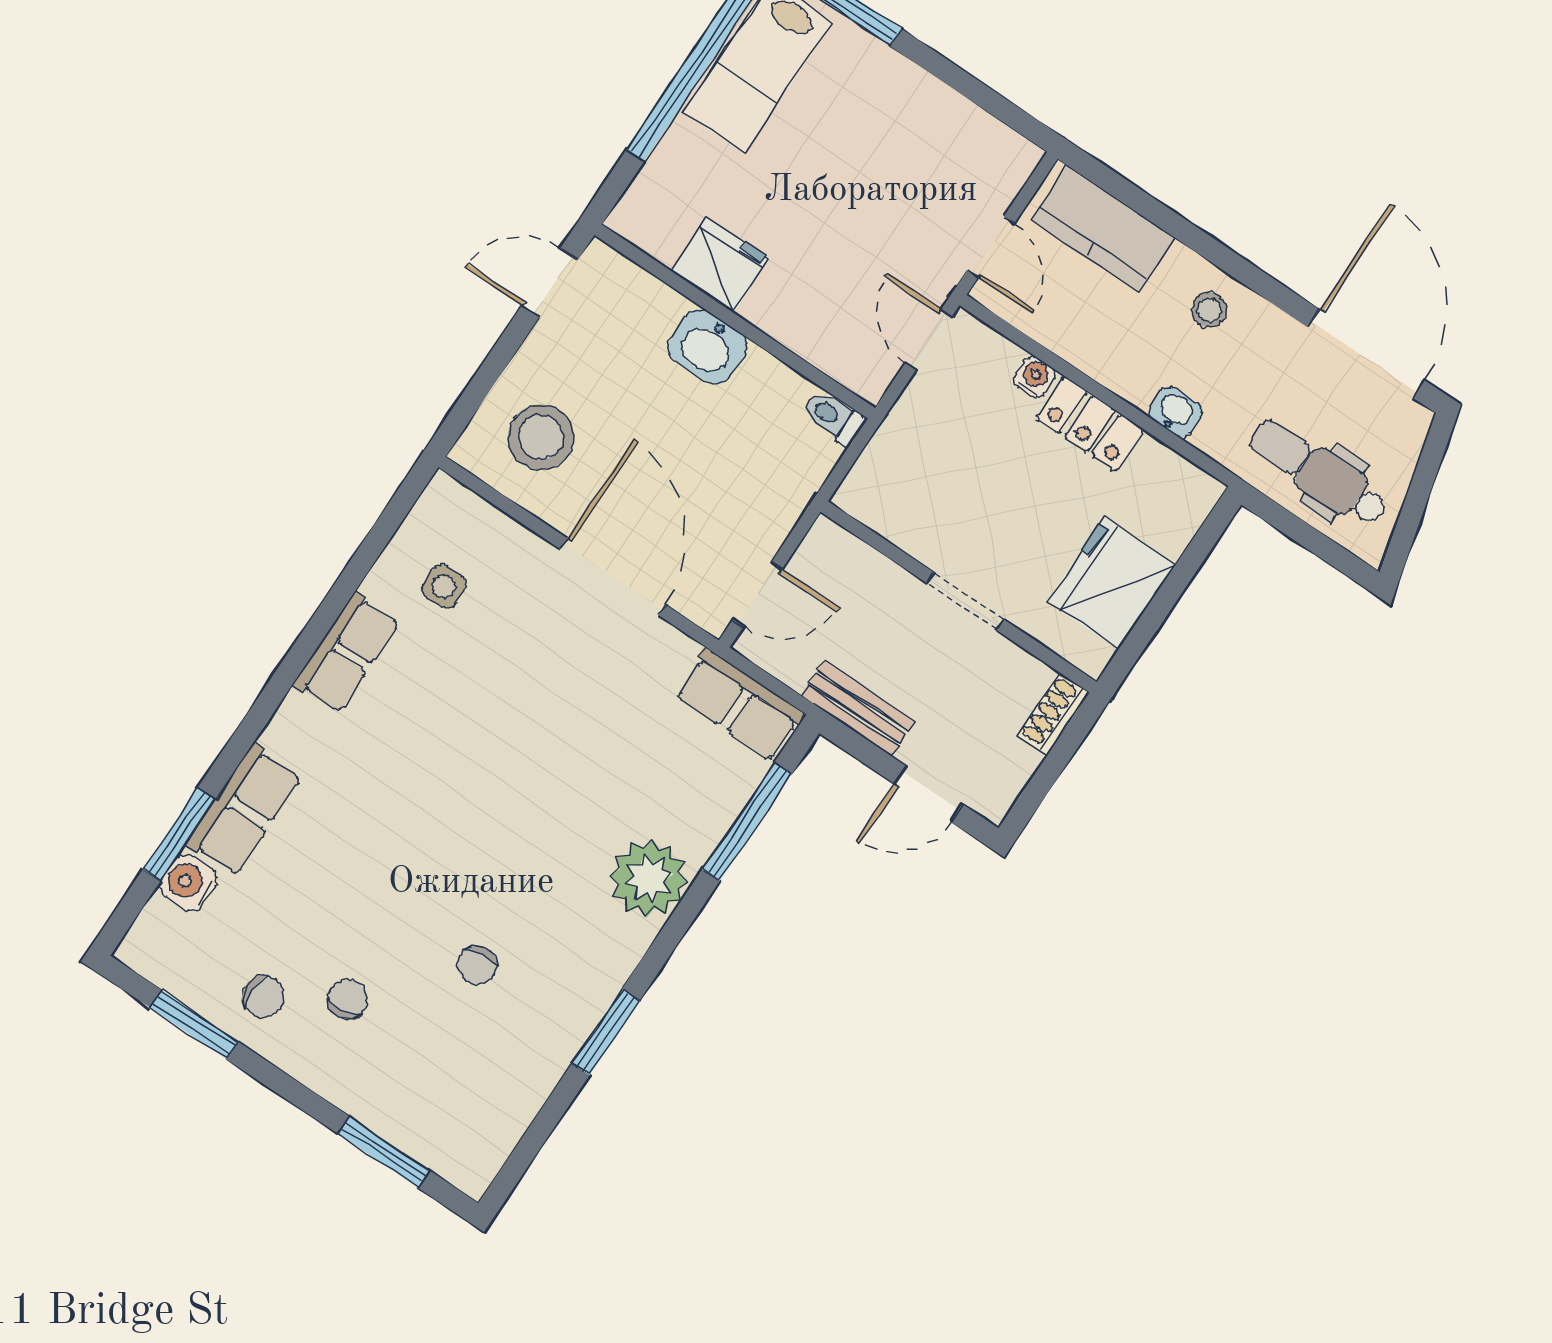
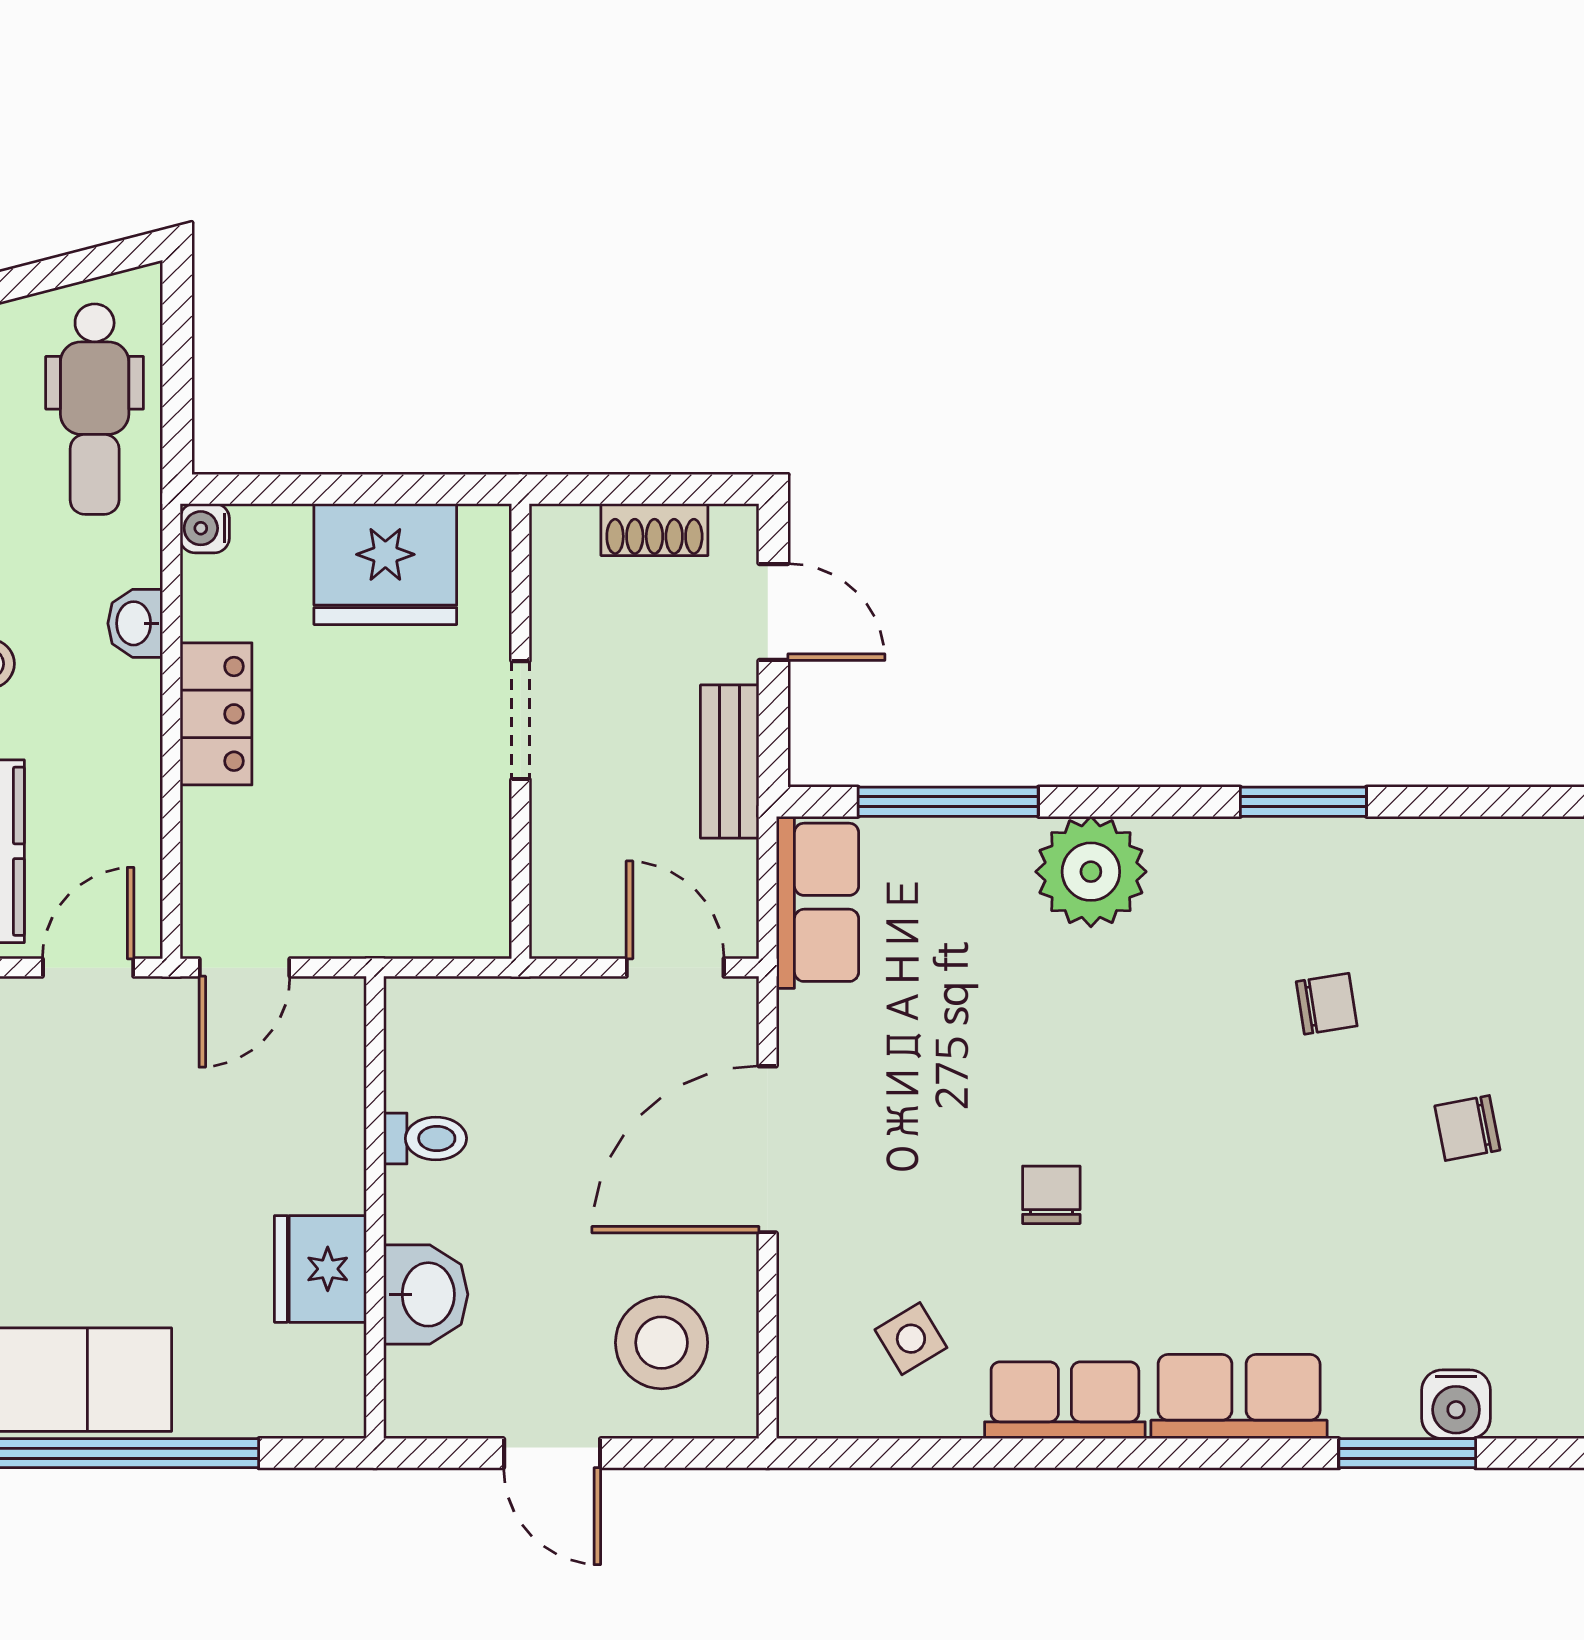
door: (550, 283) -> (552, 1453), moved
washbasin: (707, 347) -> (426, 1294), moved
water cooler: (1034, 377) -> (205, 528), moved
toilet: (833, 417) -> (425, 1138), moved, turned -90
side table: (444, 586) -> (911, 1339), turned -31
shoe rack: (1053, 714) -> (654, 530), moved
row of seats: (244, 810) -> (1239, 1397), moved
chair: (263, 997) -> (1051, 1195), moved

